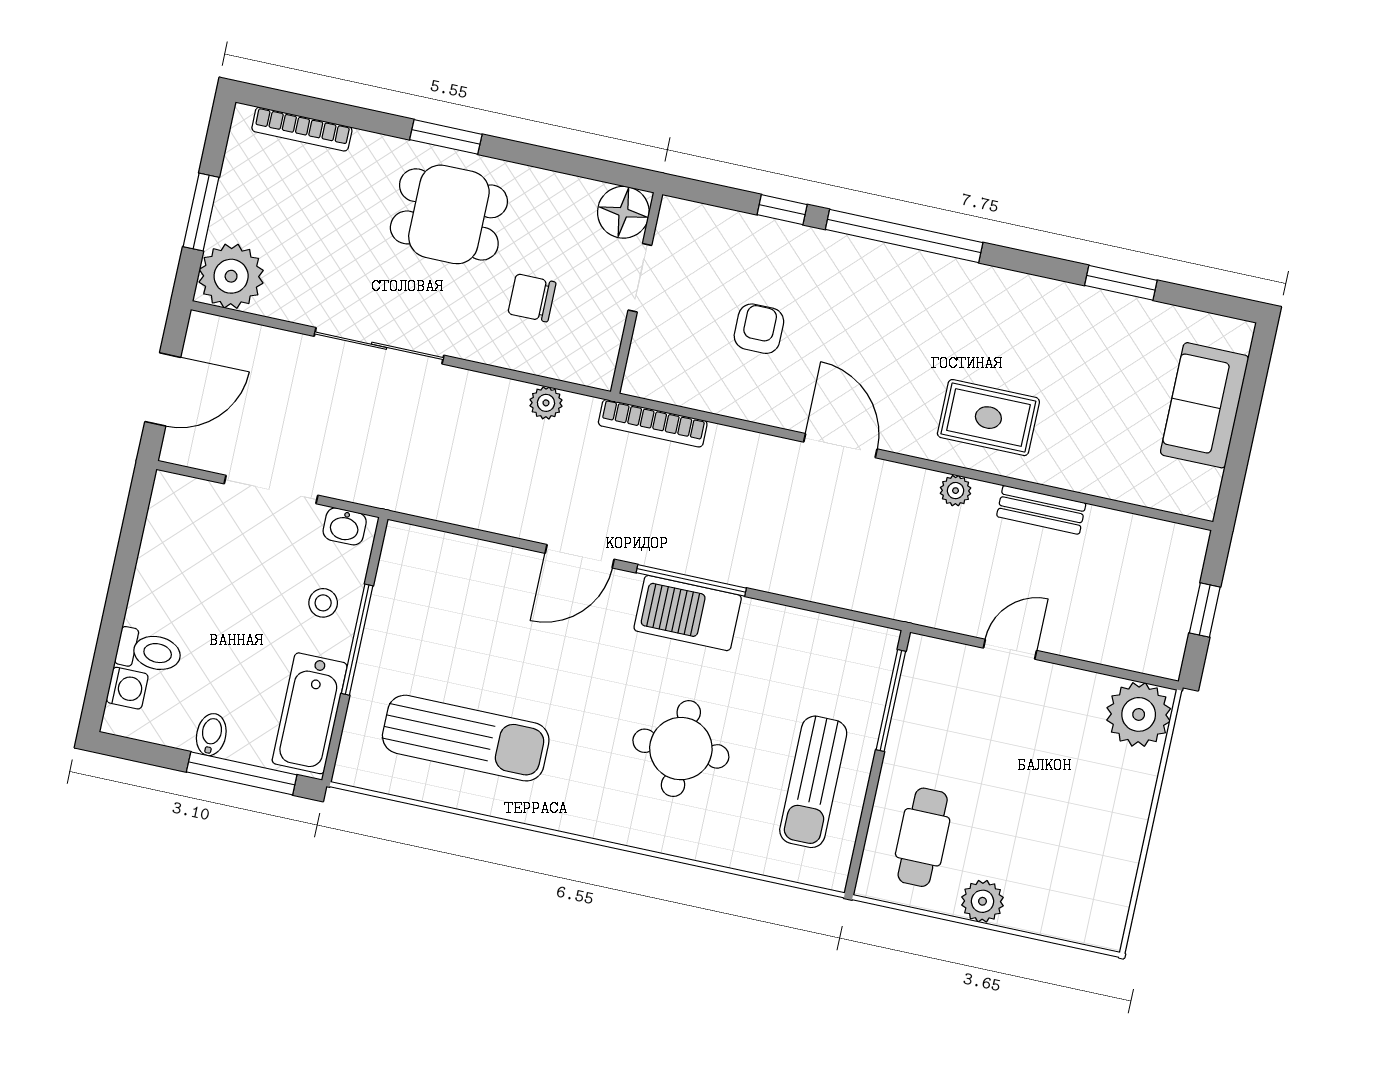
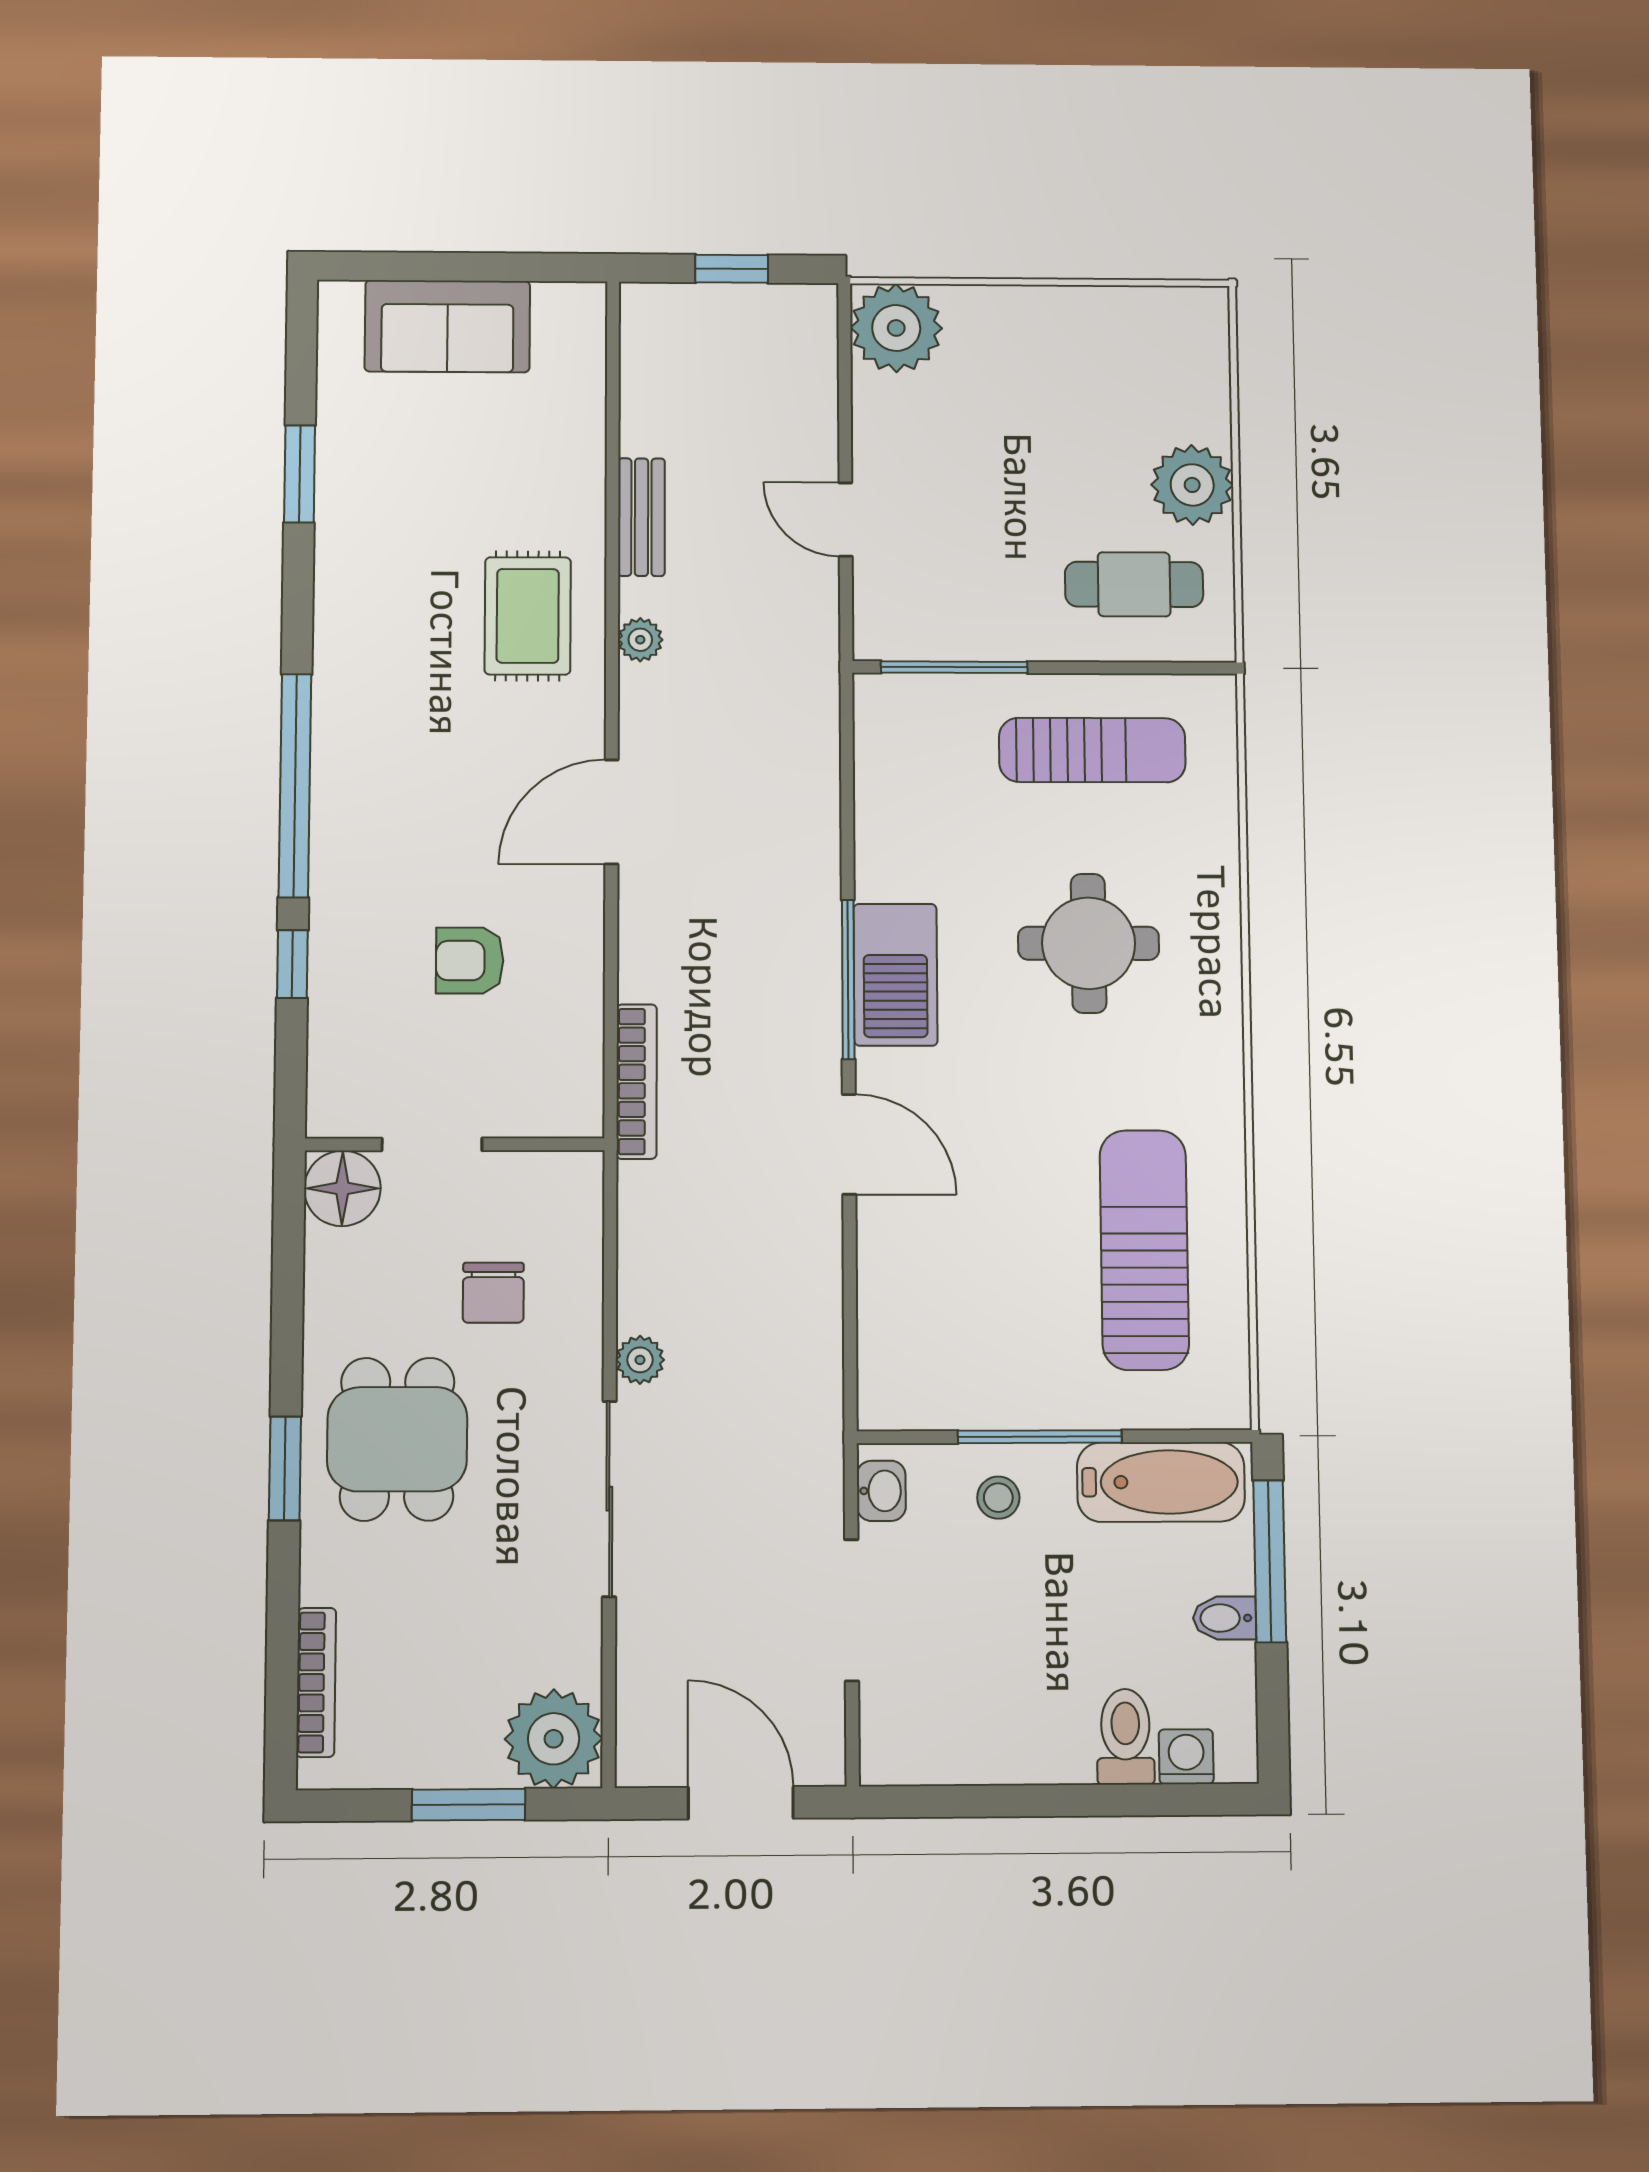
plant: (546, 403) -> (640, 1360), moved
plant: (983, 901) -> (1192, 485), width x1.36, depth x1.36

